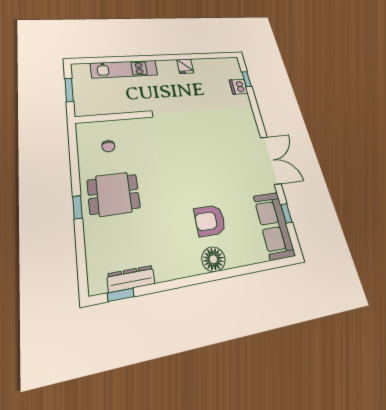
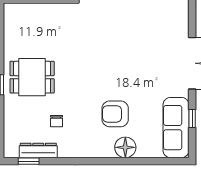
chair: (108, 146) -> (57, 121), moved
floor lamp: (213, 259) -> (125, 147), moved

